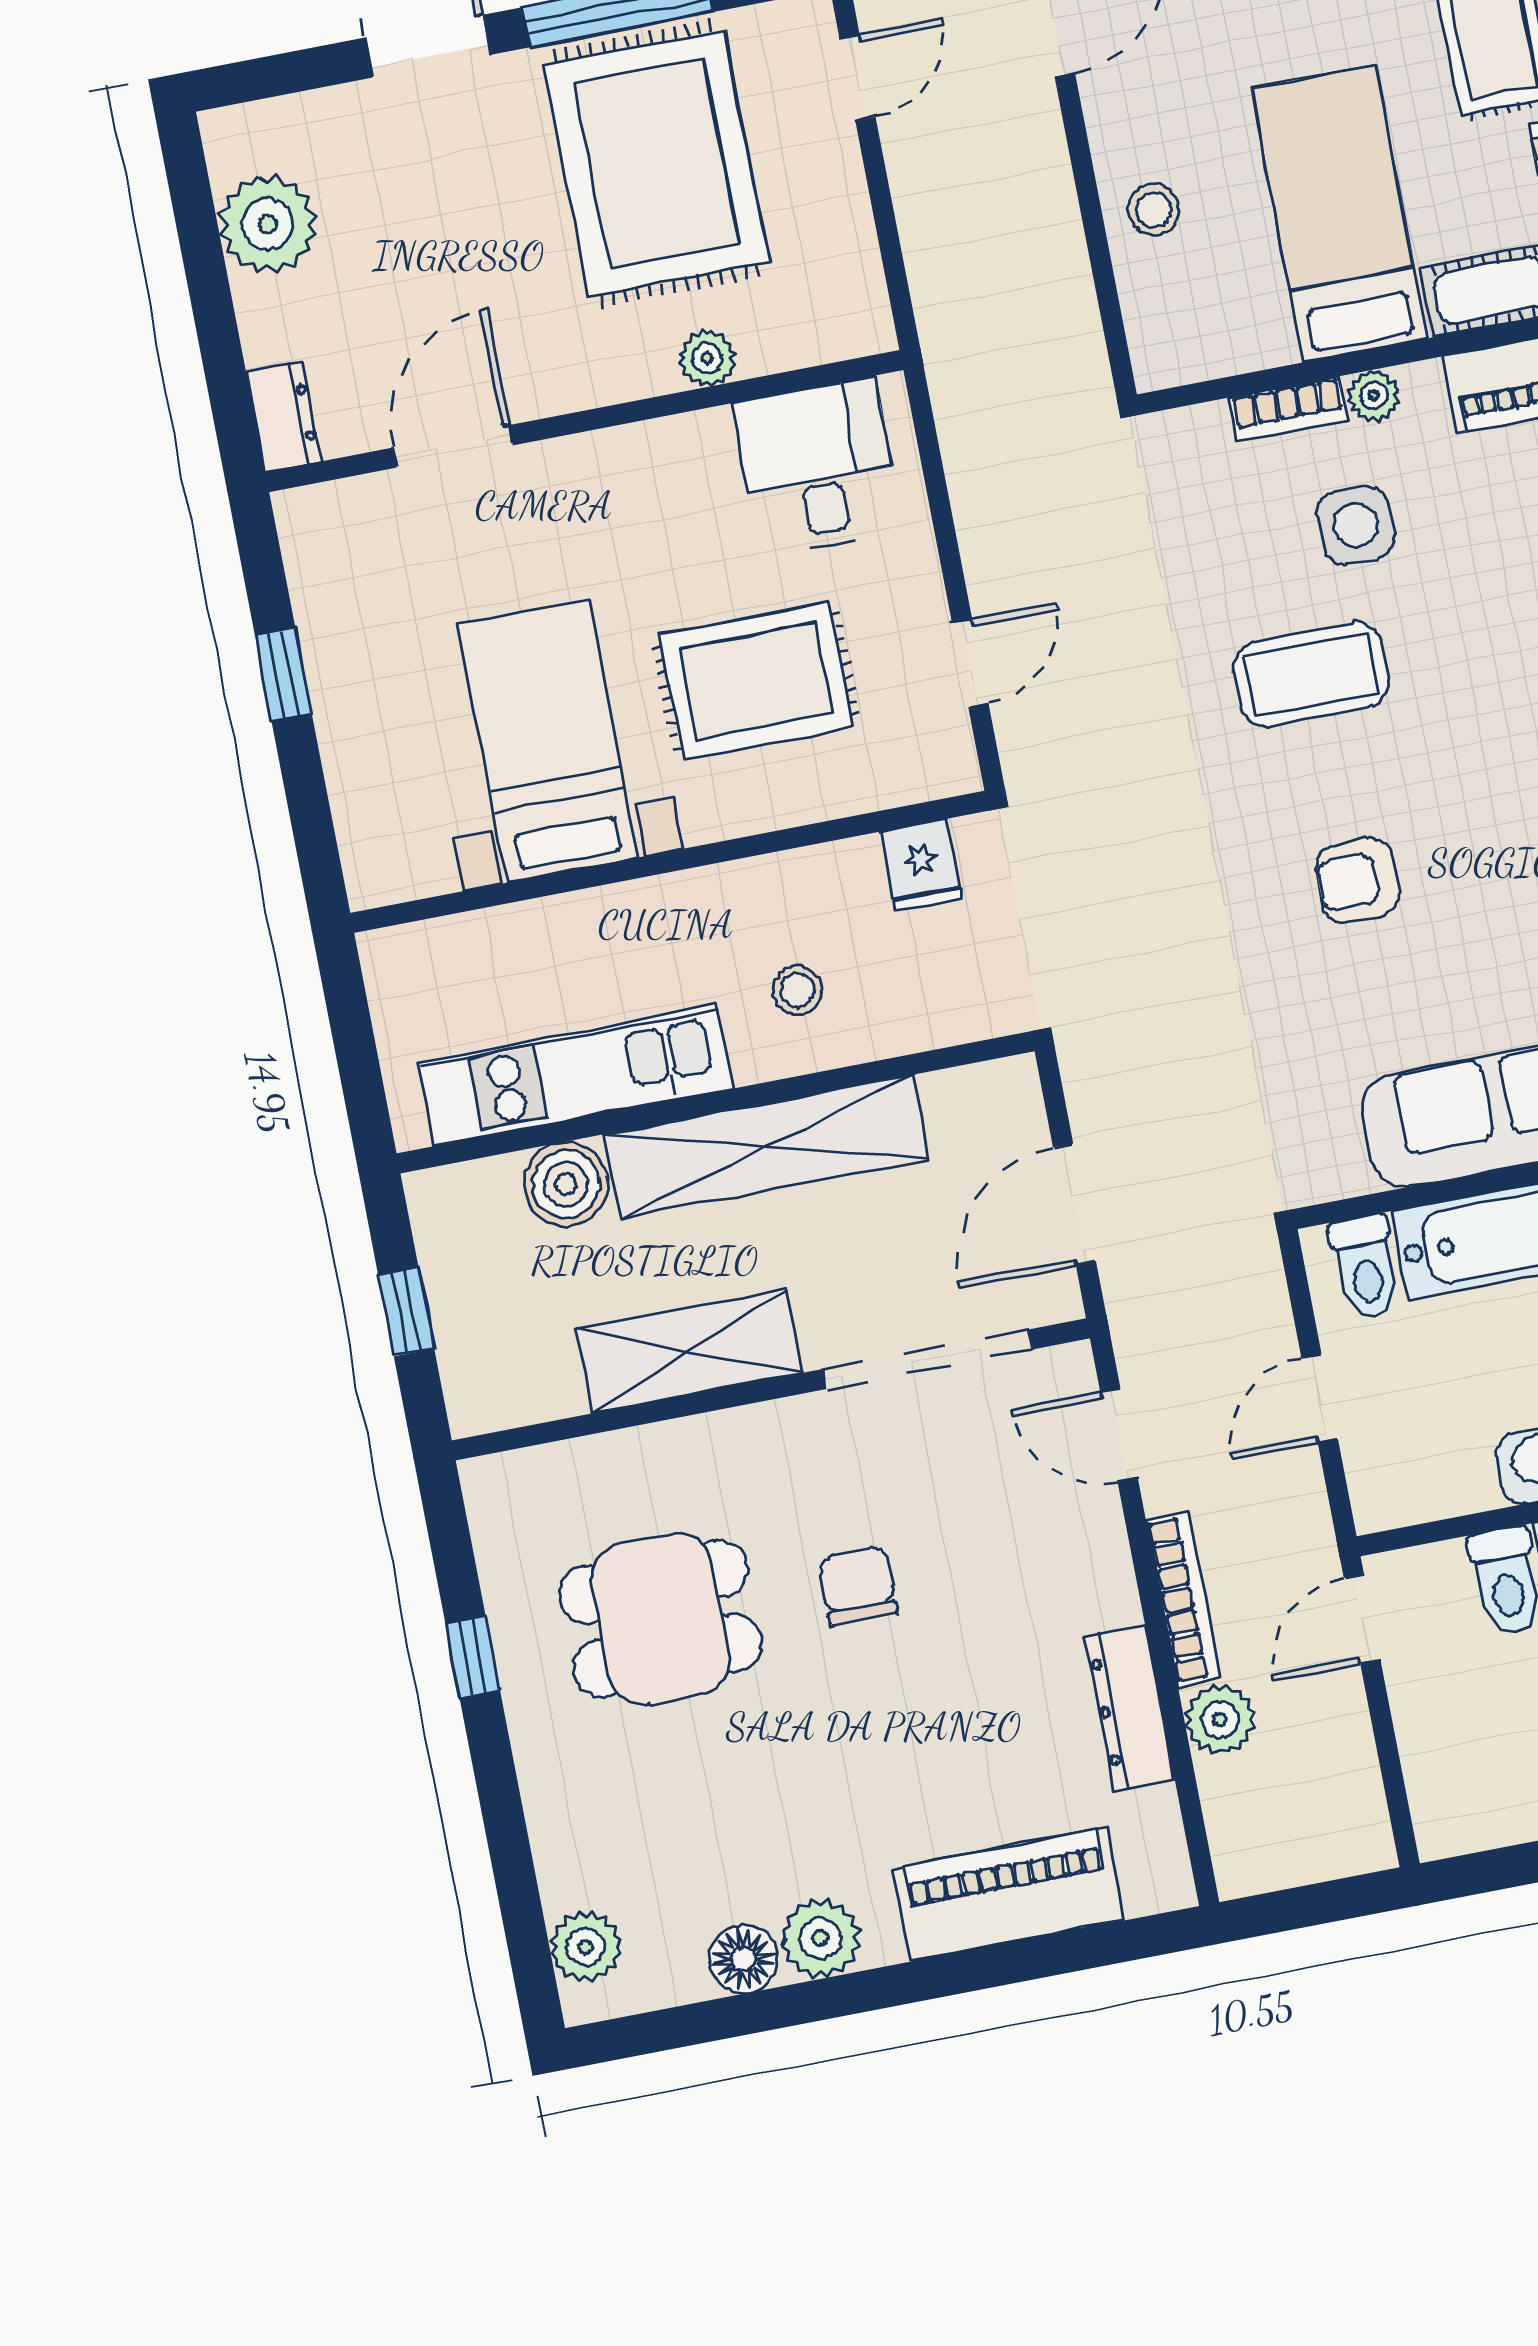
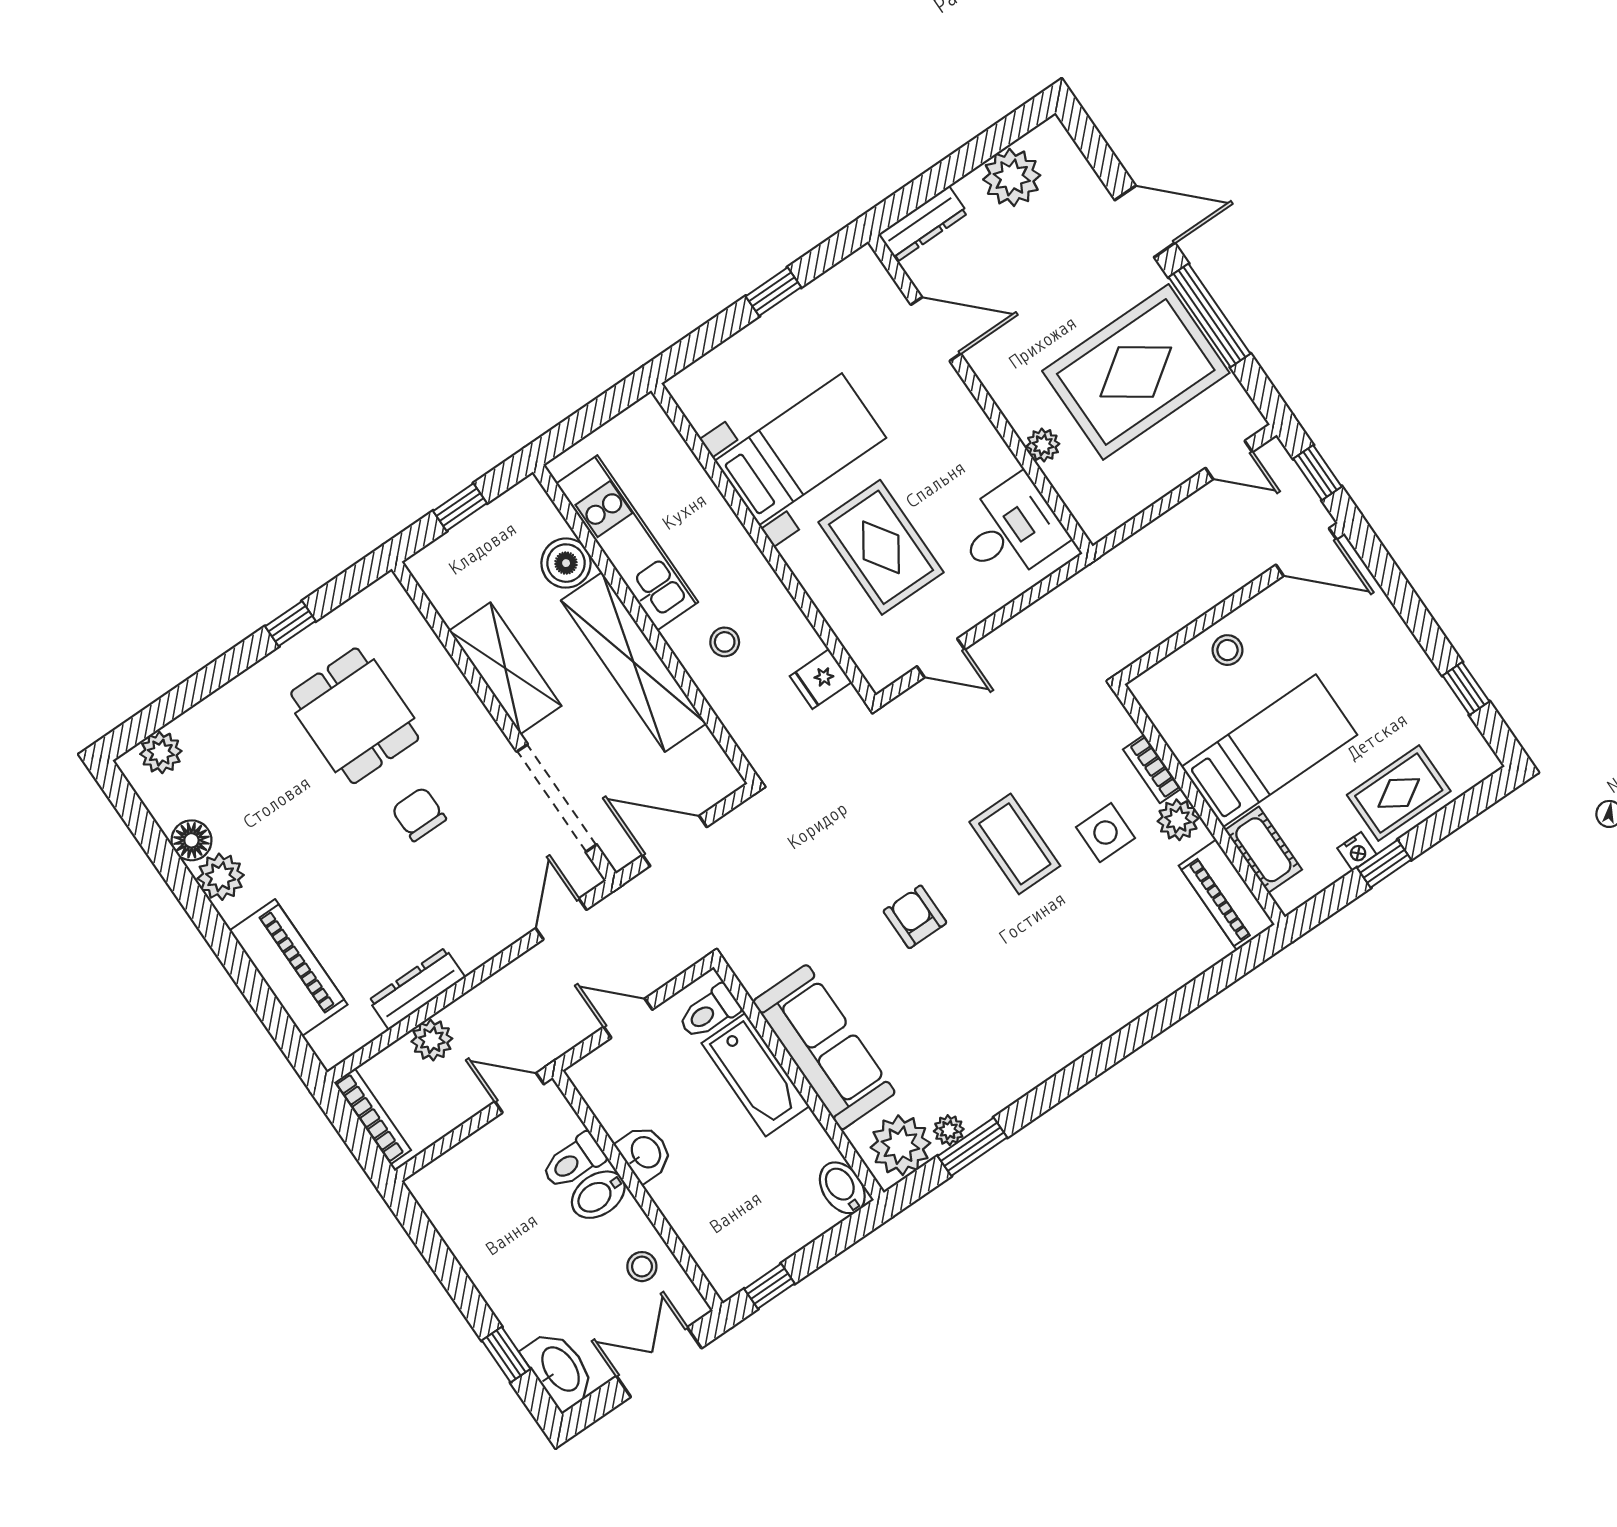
plant: (1374, 396) -> (1178, 820), width x1.38, depth x1.38
dresser: (284, 417) -> (923, 224), width x1.44
chair: (858, 1586) -> (419, 814), turned -90
bookcase: (1183, 1599) -> (372, 1116), moved, turned -90

